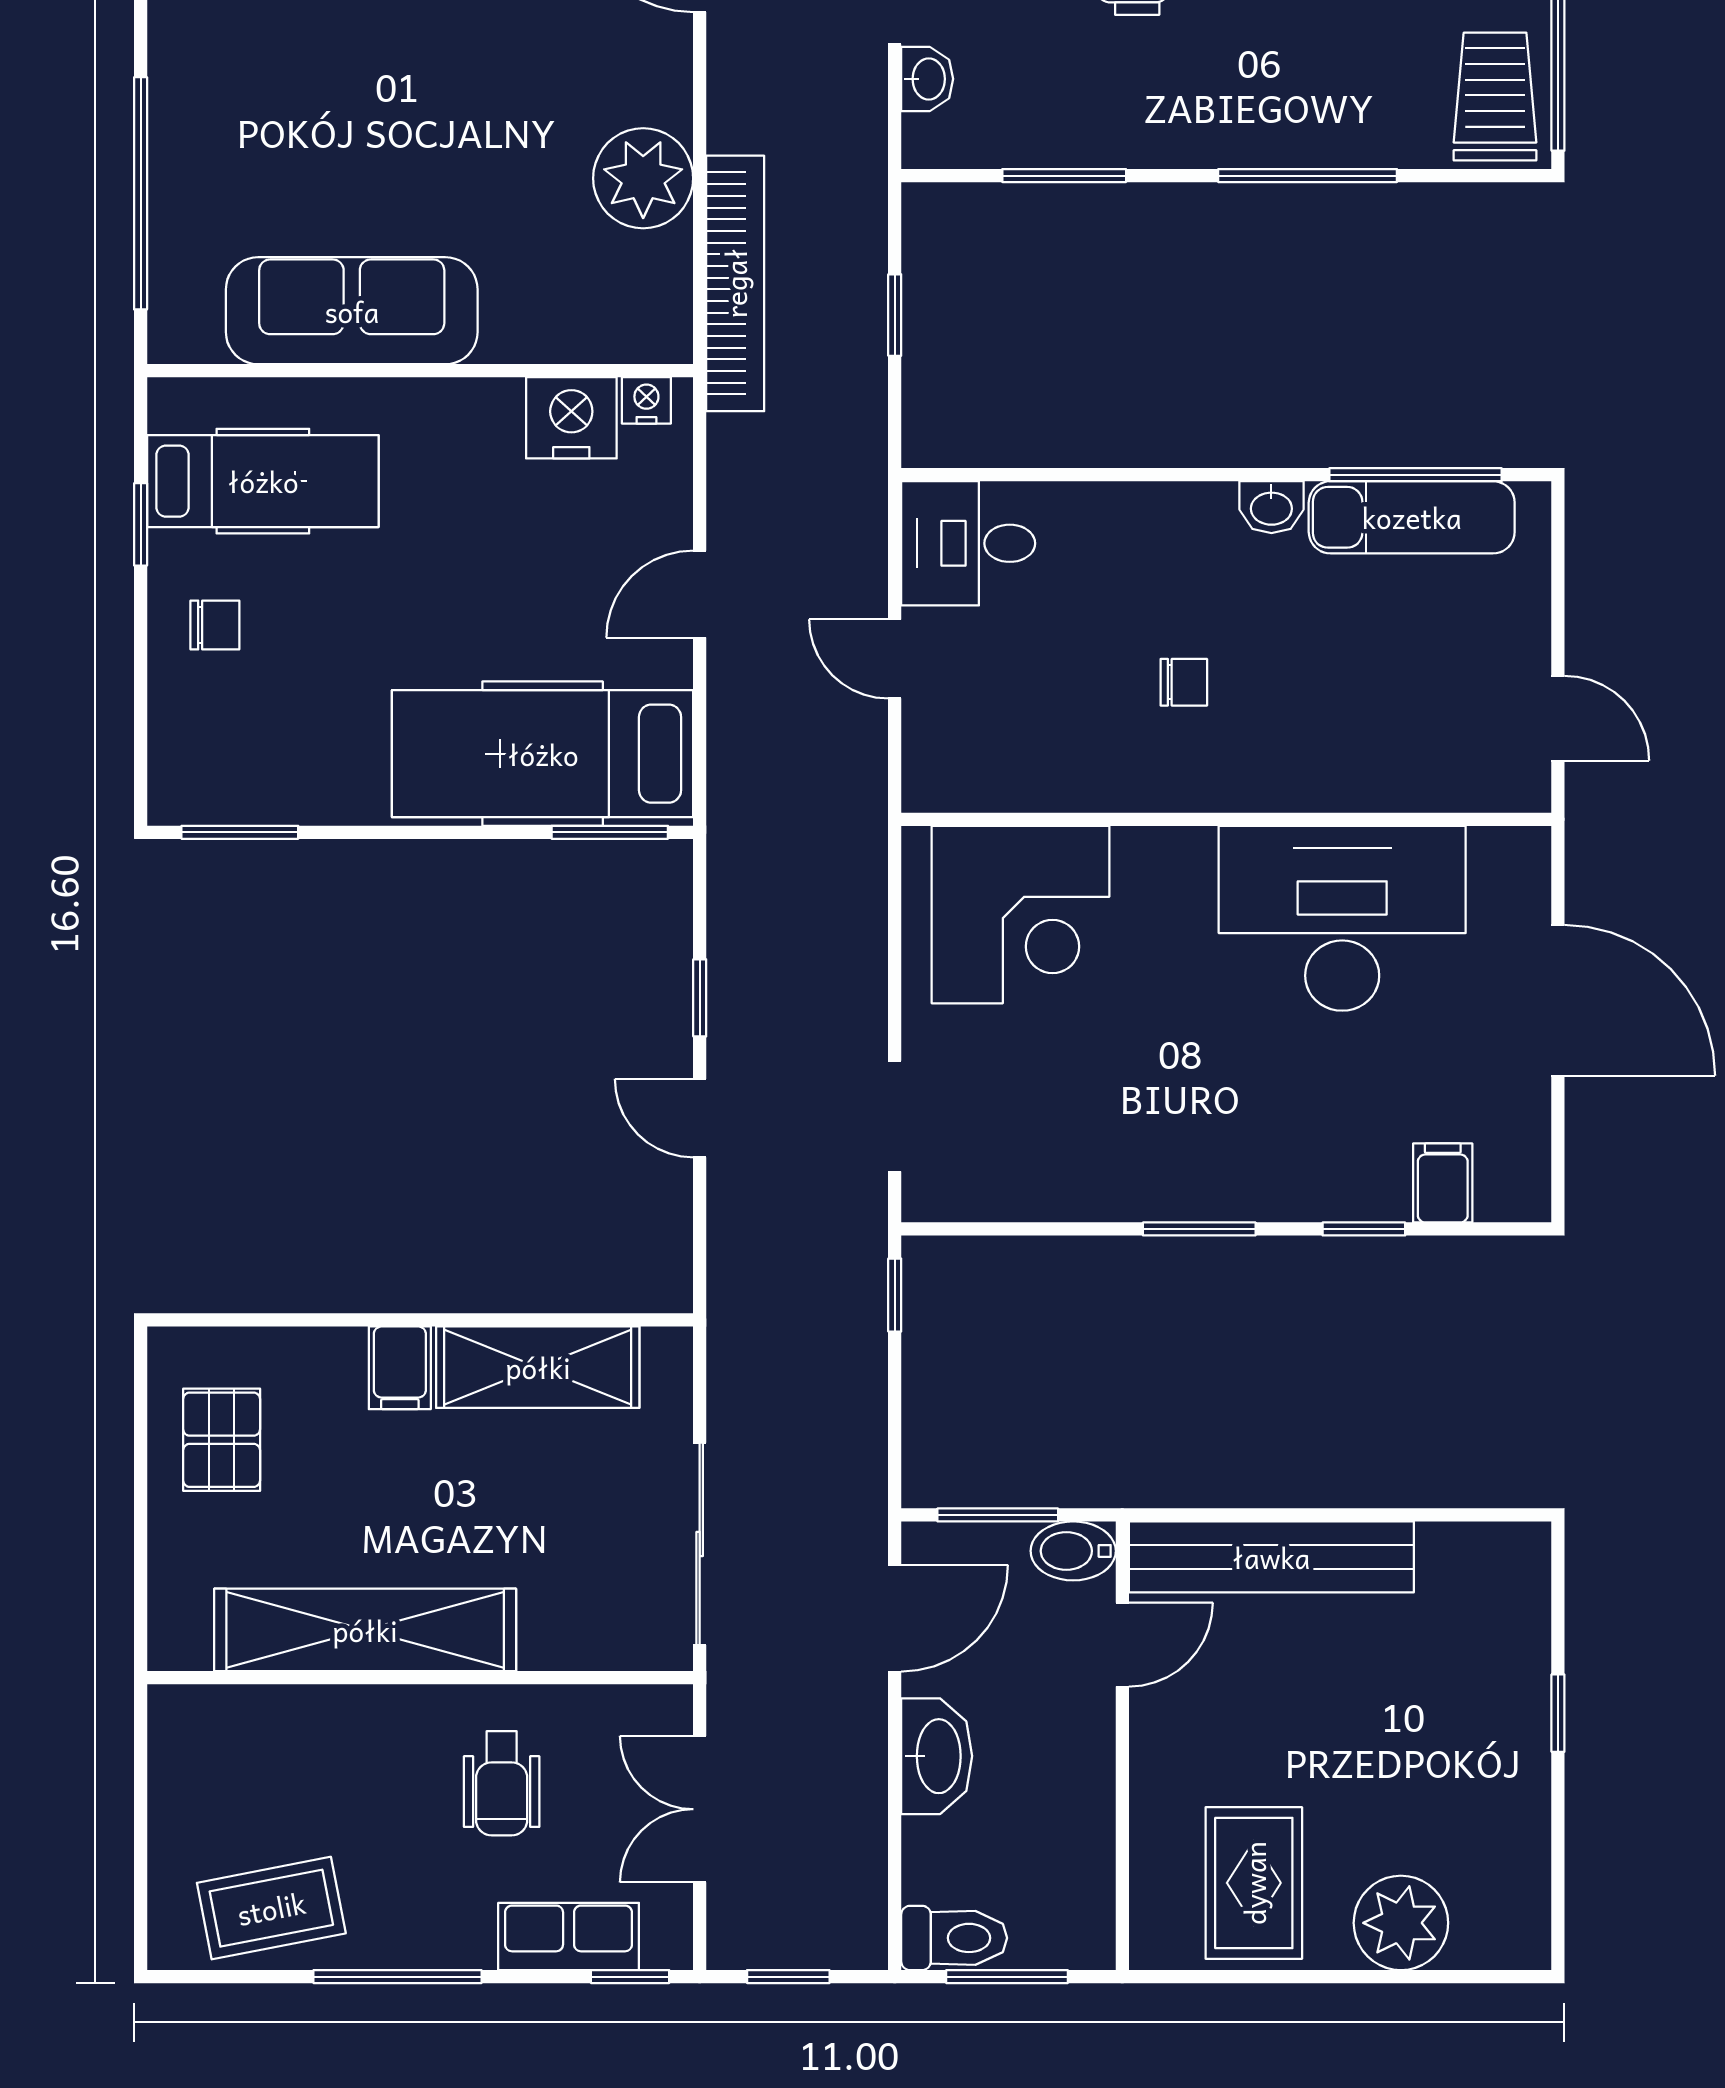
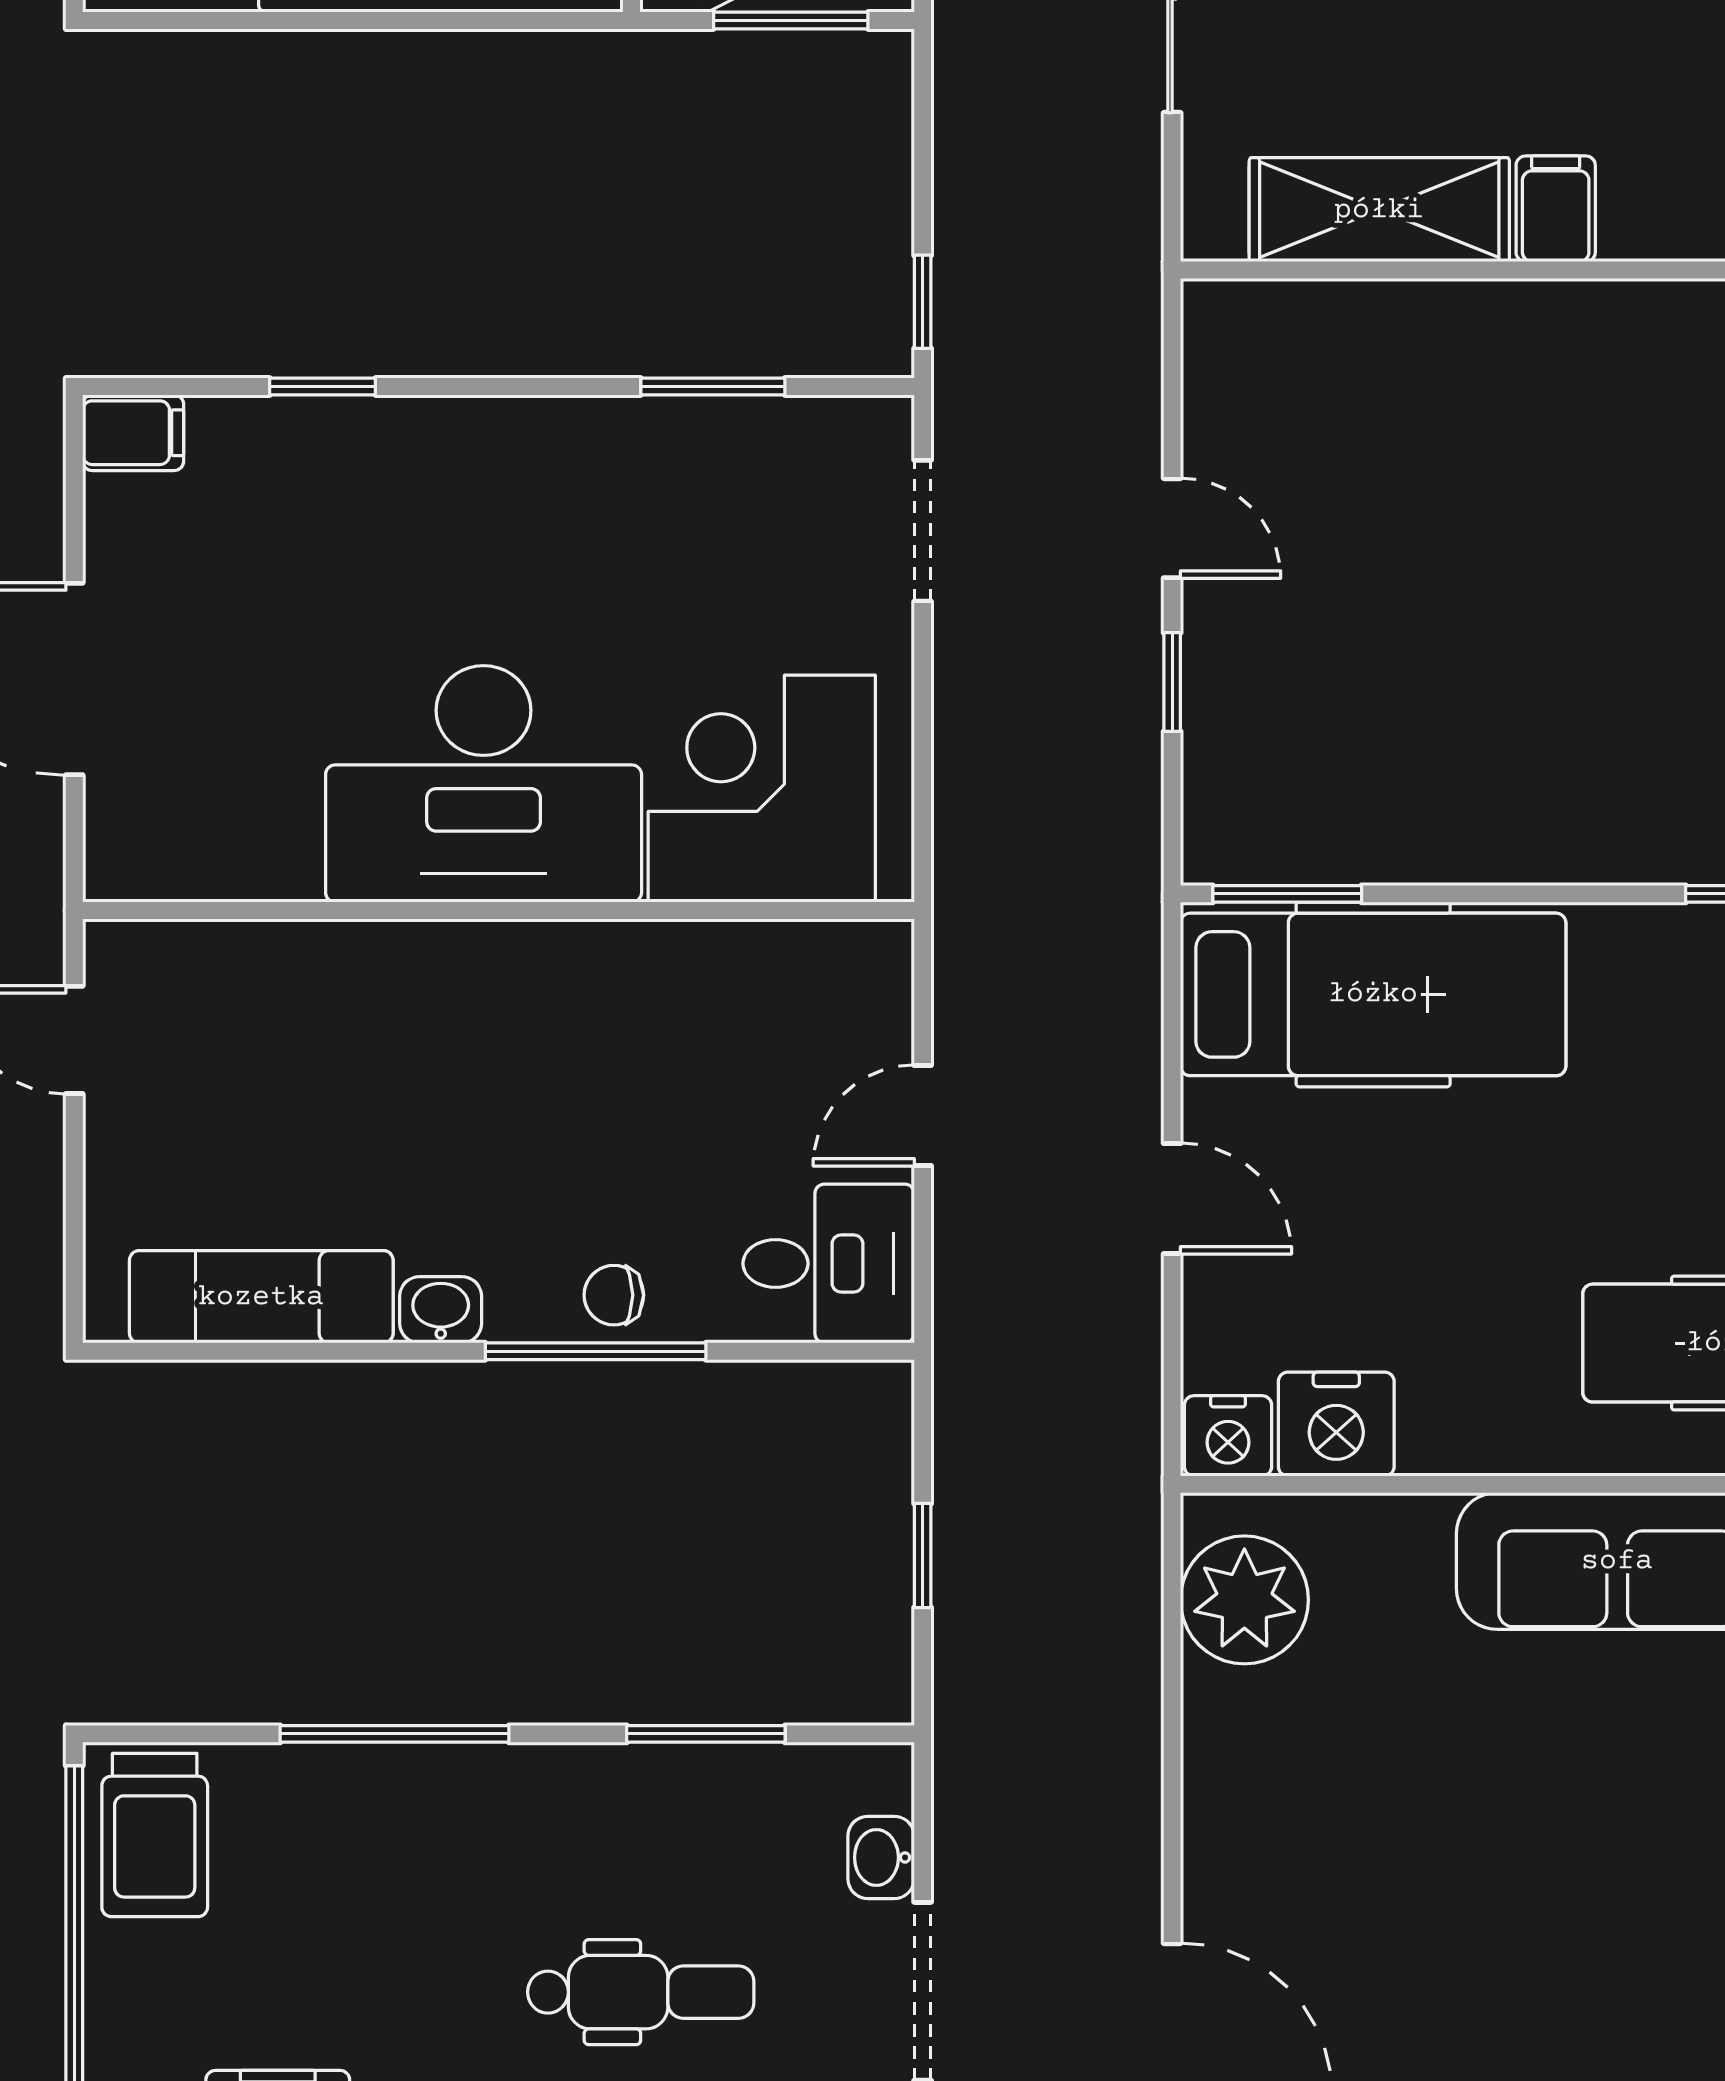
plant: (643, 178) -> (1244, 1600), moved
bookcase: (735, 283) -> (1127, 1596), removed
nightstand: (646, 400) -> (1228, 1436), width x1.39, depth x1.35
window: (1415, 475) -> (596, 1351), moved
door: (700, 594) -> (1172, 1199), hinge flipped
door: (895, 659) -> (923, 1116), swing flipped
chair: (1184, 682) -> (614, 1295), moved
desk: (1342, 918) -> (484, 784), moved
filing cabinet: (1443, 1183) -> (133, 433), moved, turned -90
window: (1199, 1229) -> (713, 386), moved

